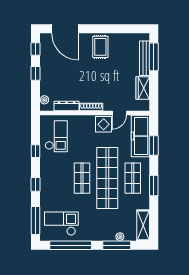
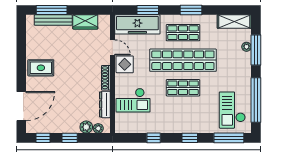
plant: (46, 89) -> (86, 127), added
checkout: (56, 136) -> (133, 100), moved, turned 180

